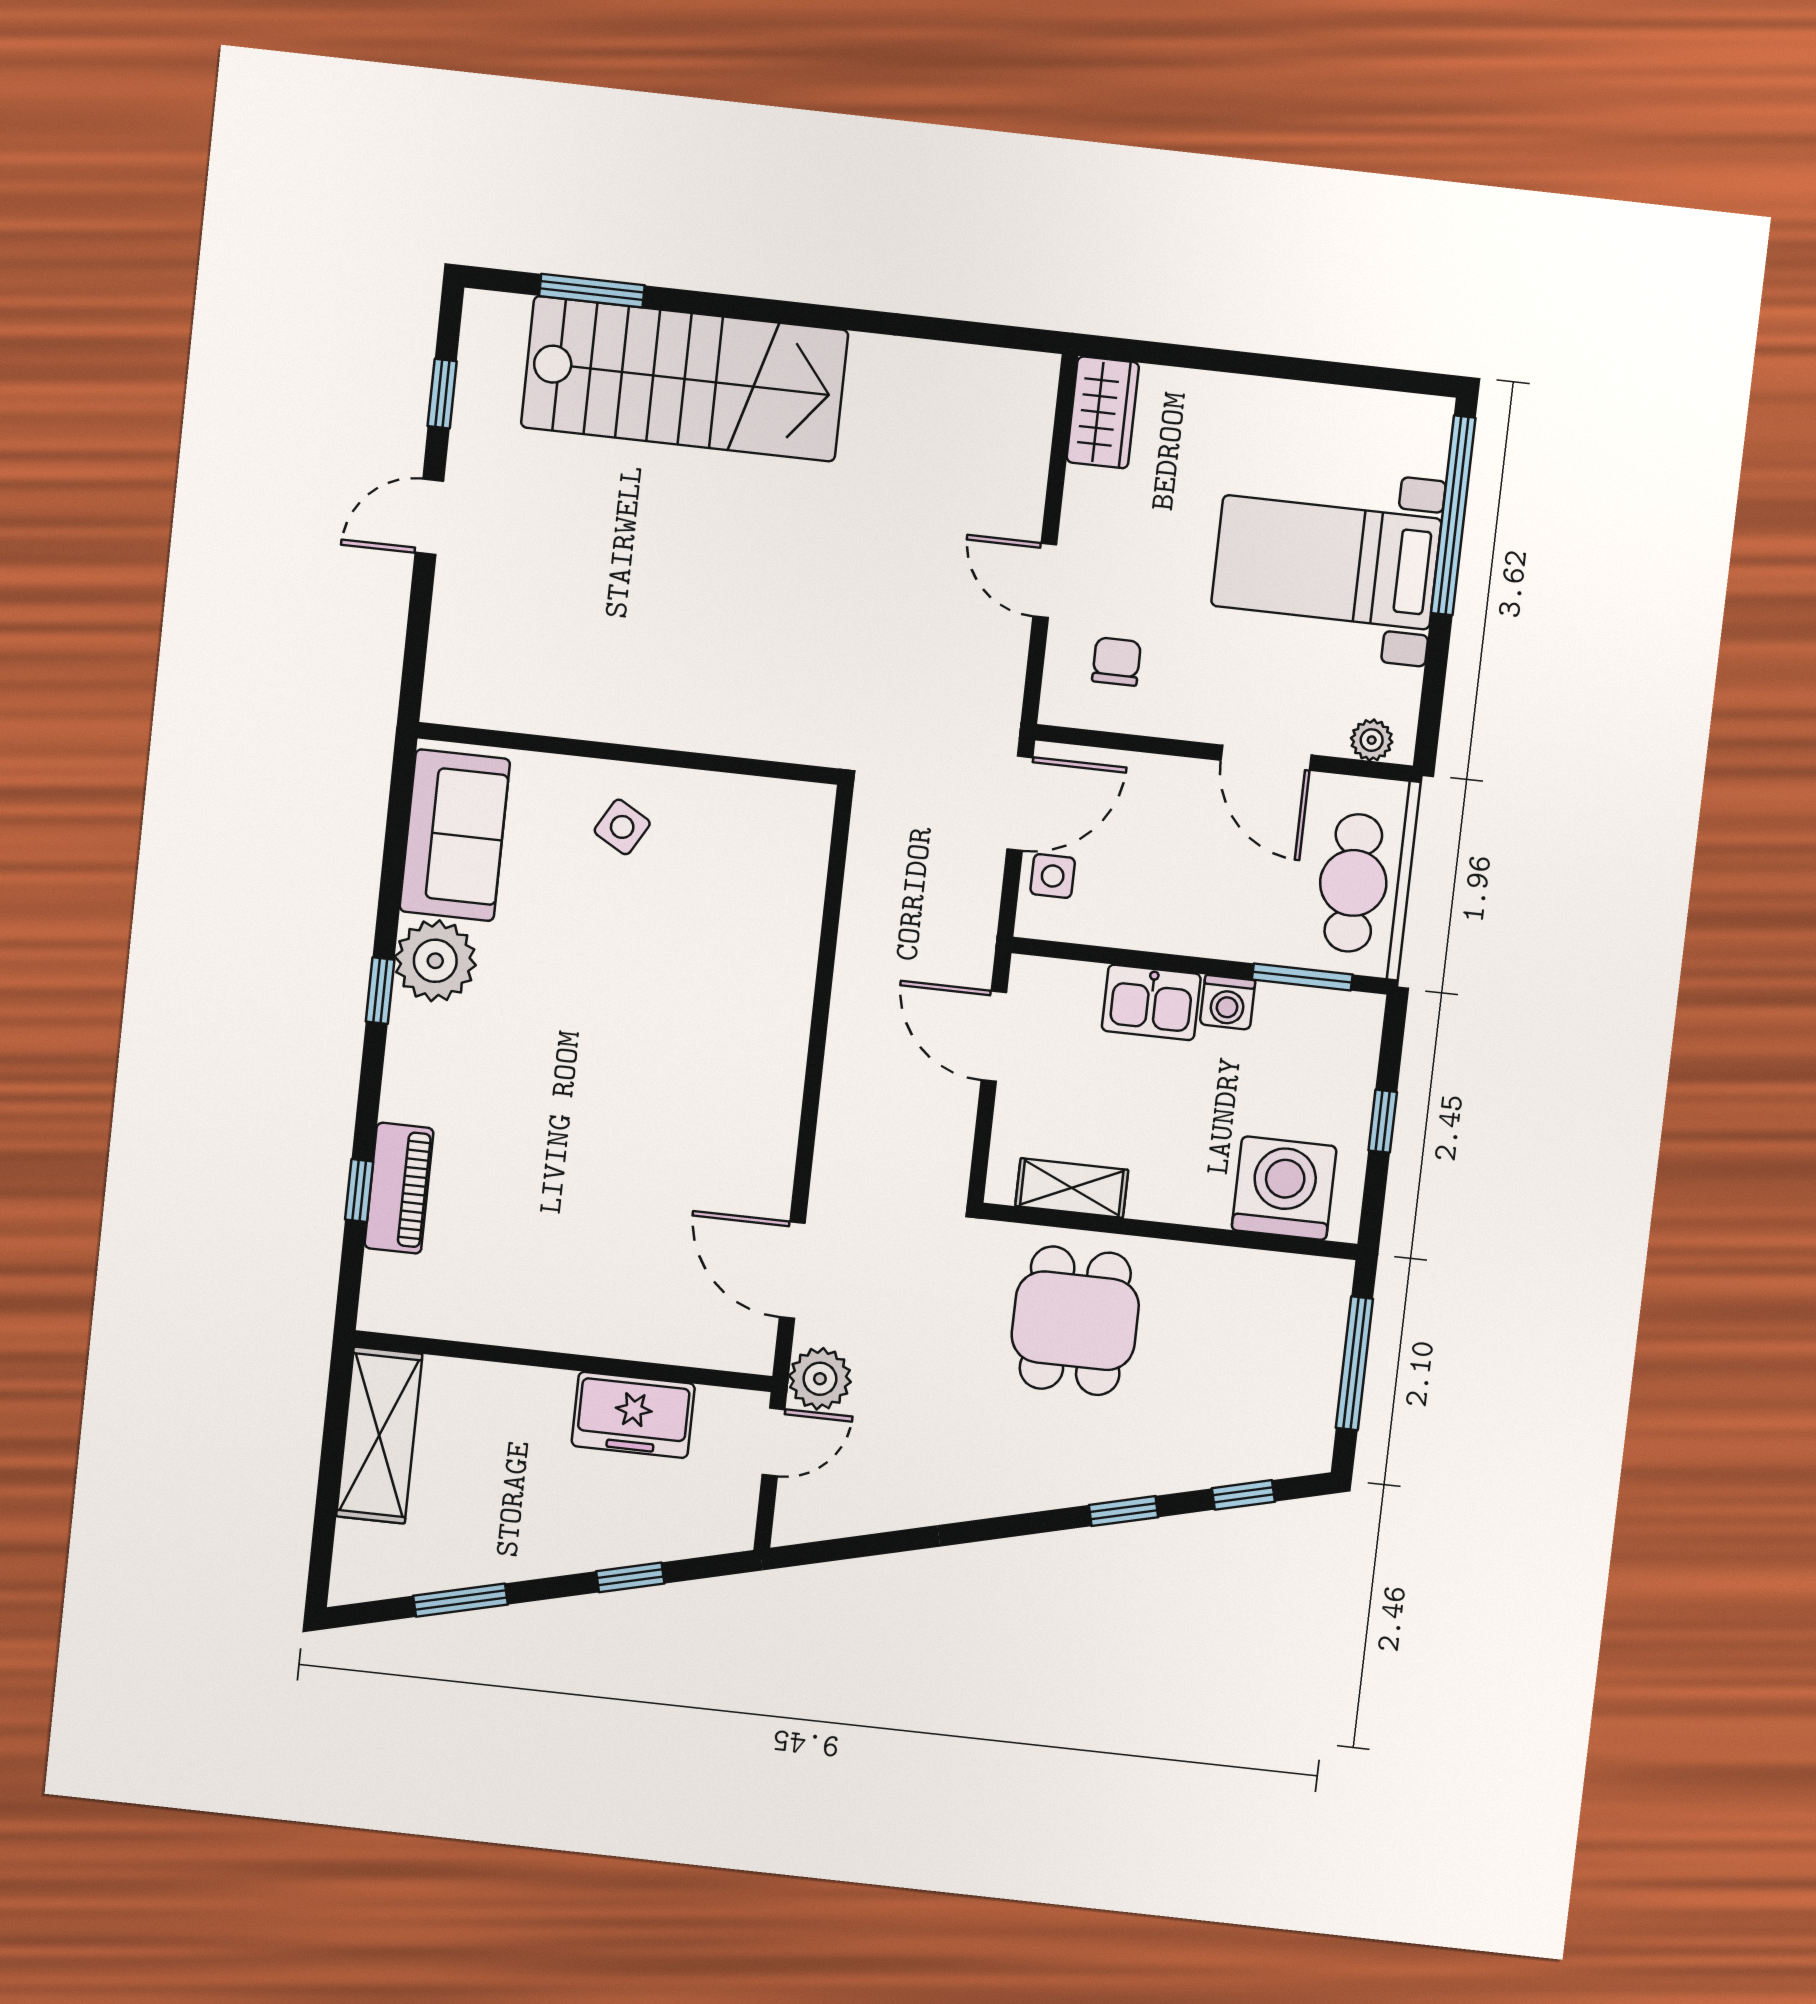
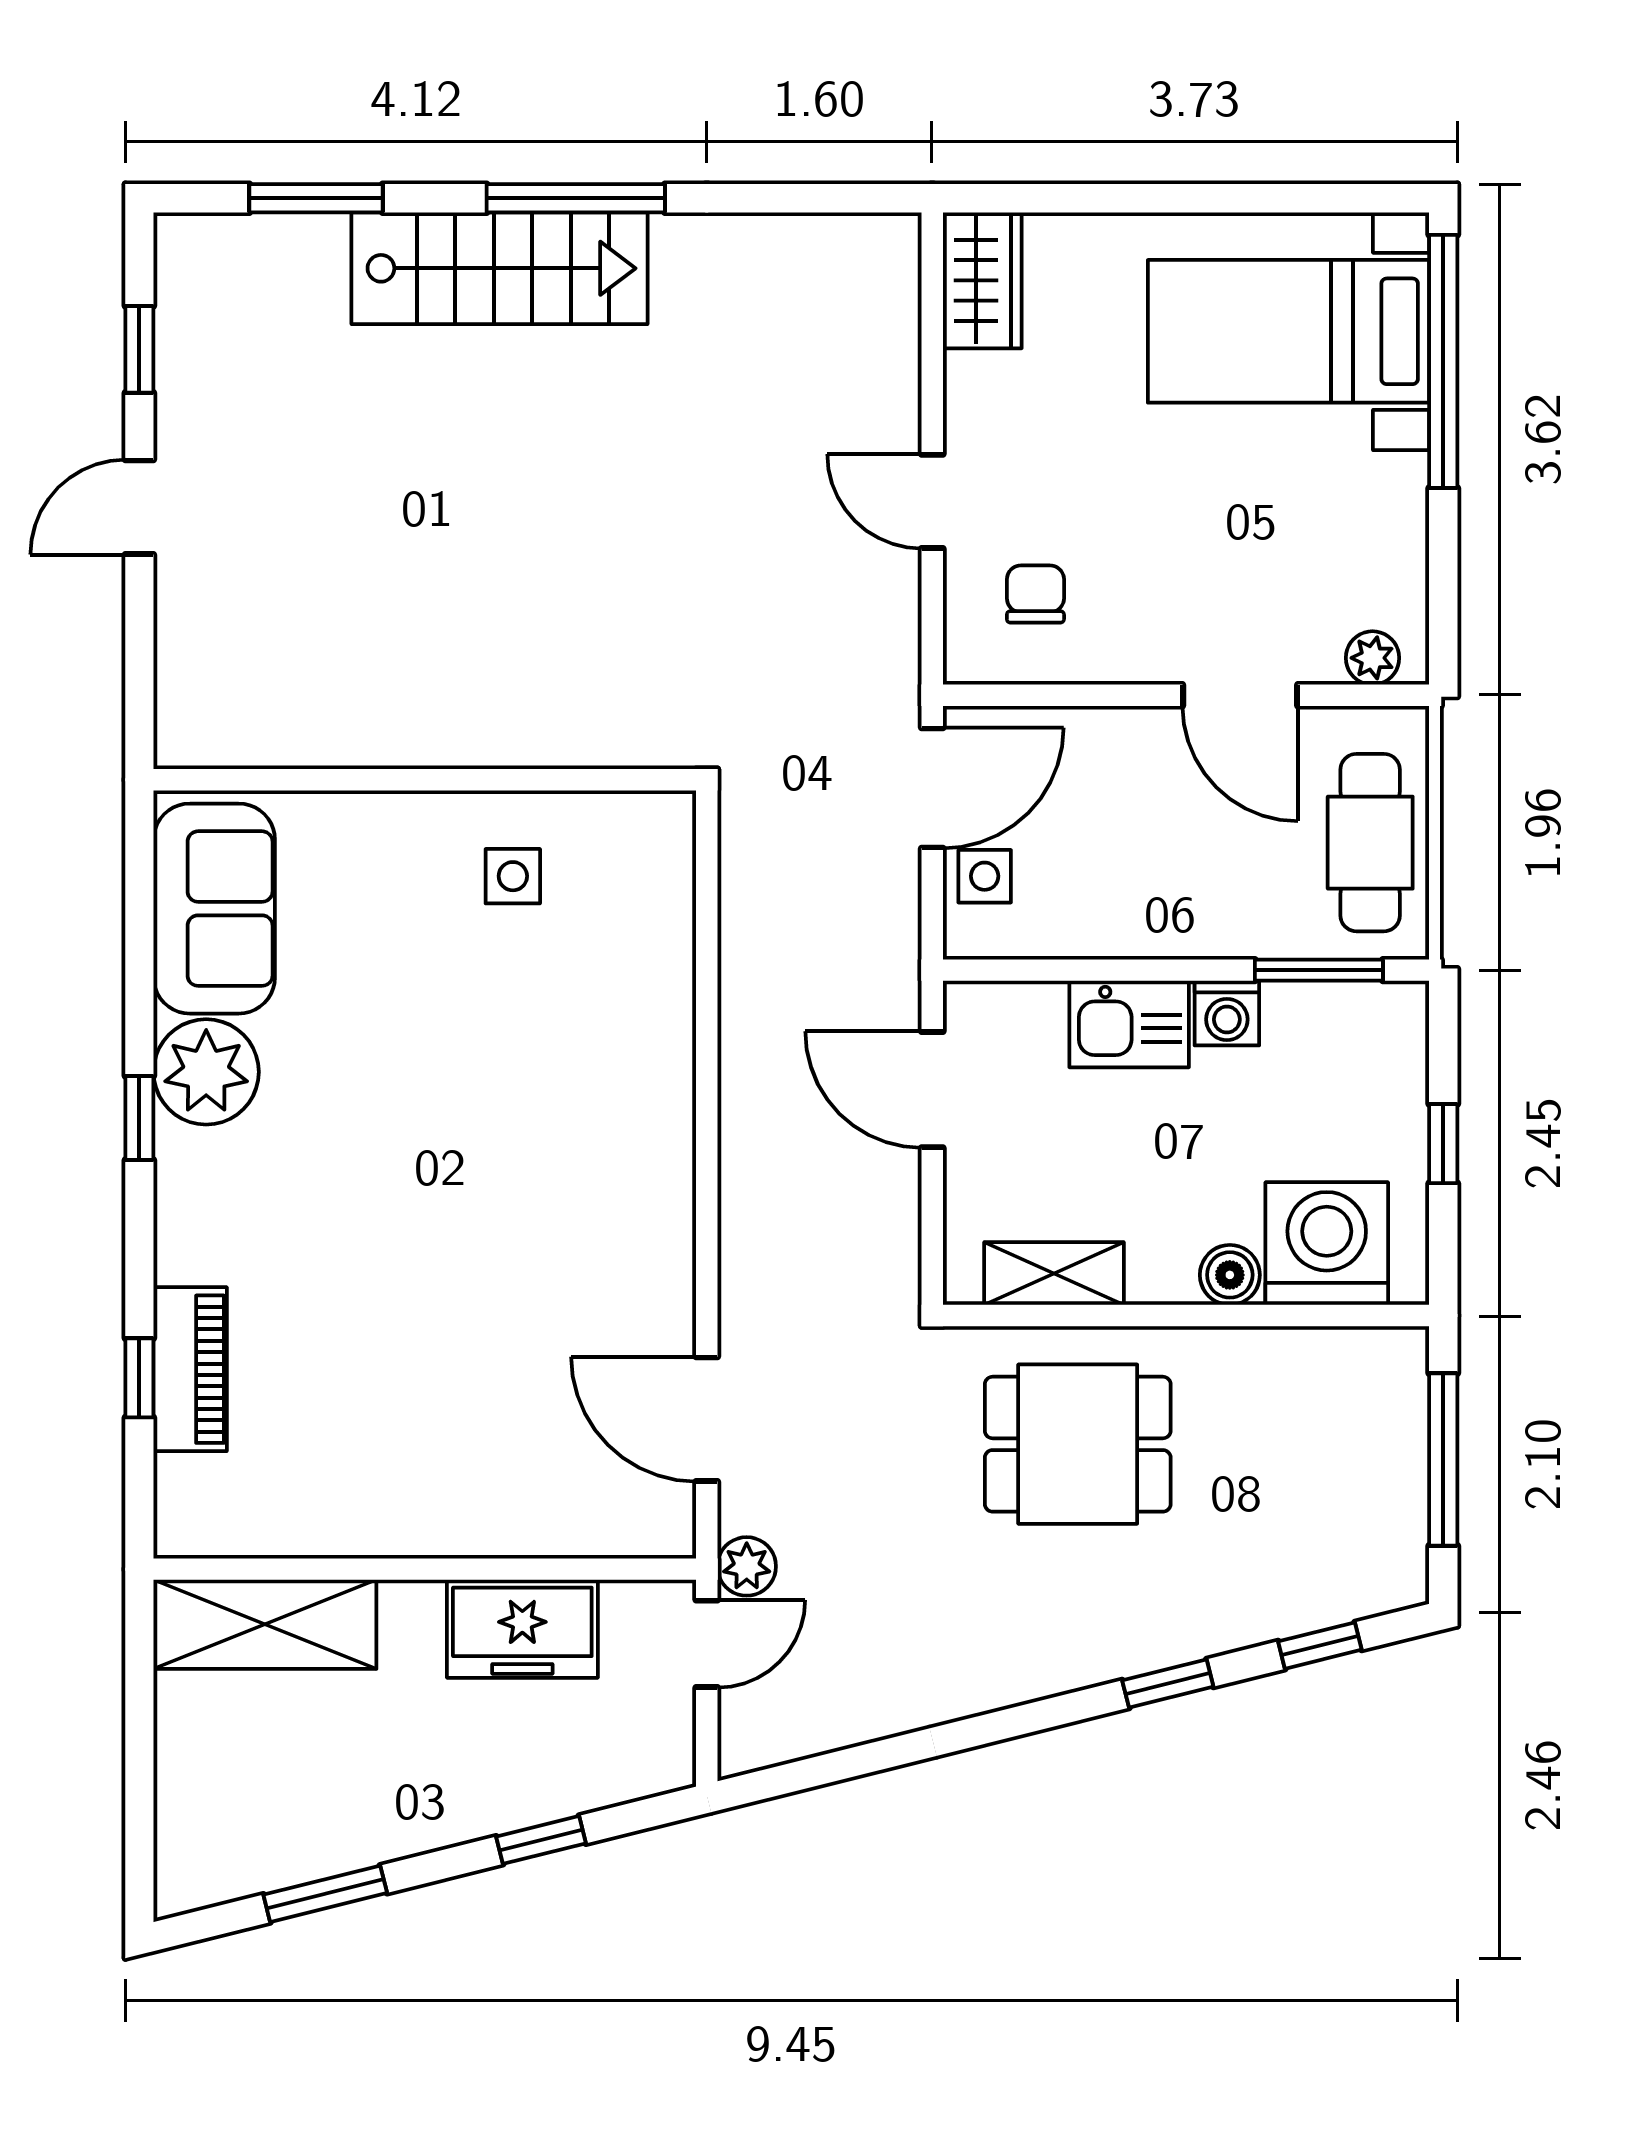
window: (794, 313) -> (576, 198), added
stairs: (685, 379) -> (499, 268), width x0.73, depth x0.66
bed with nightstands: (1326, 562) -> (1288, 331), moved
side table: (622, 827) -> (513, 876), moved, turned -30
boiler: (1207, 1204) -> (1230, 1275), added
dining table: (1075, 1321) -> (1078, 1444), turned 90
plant: (820, 1379) -> (747, 1566), width x0.73, depth x0.73
shelving: (379, 1435) -> (265, 1624), moved, turned 90

